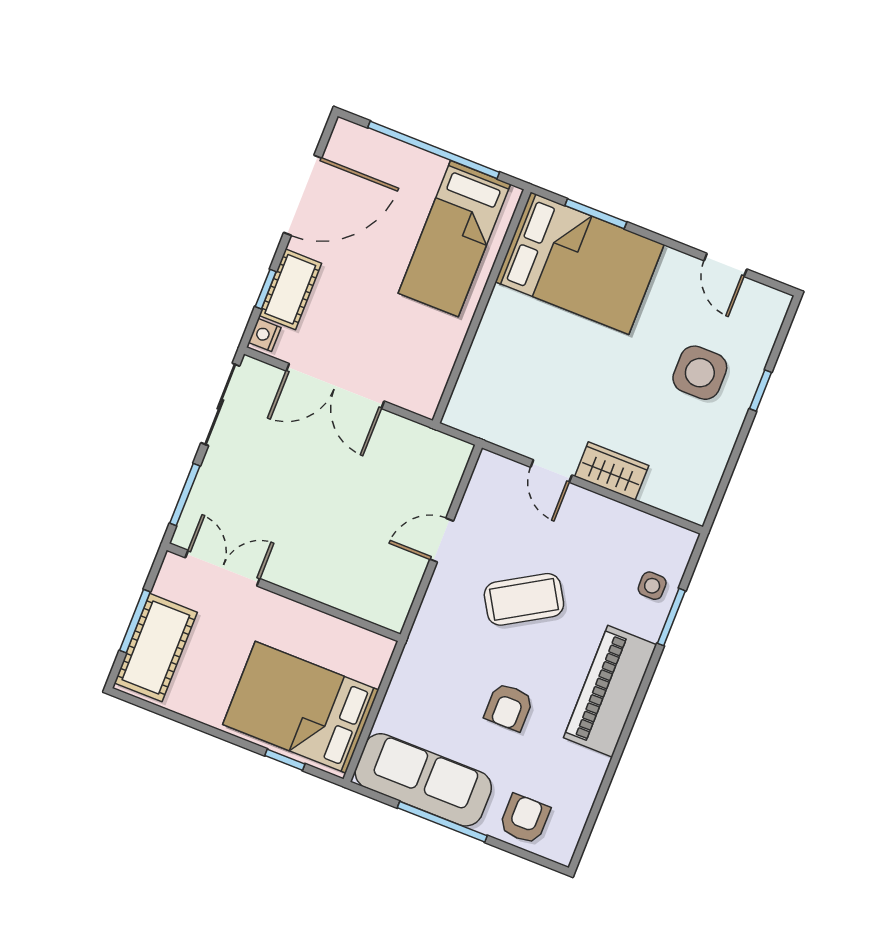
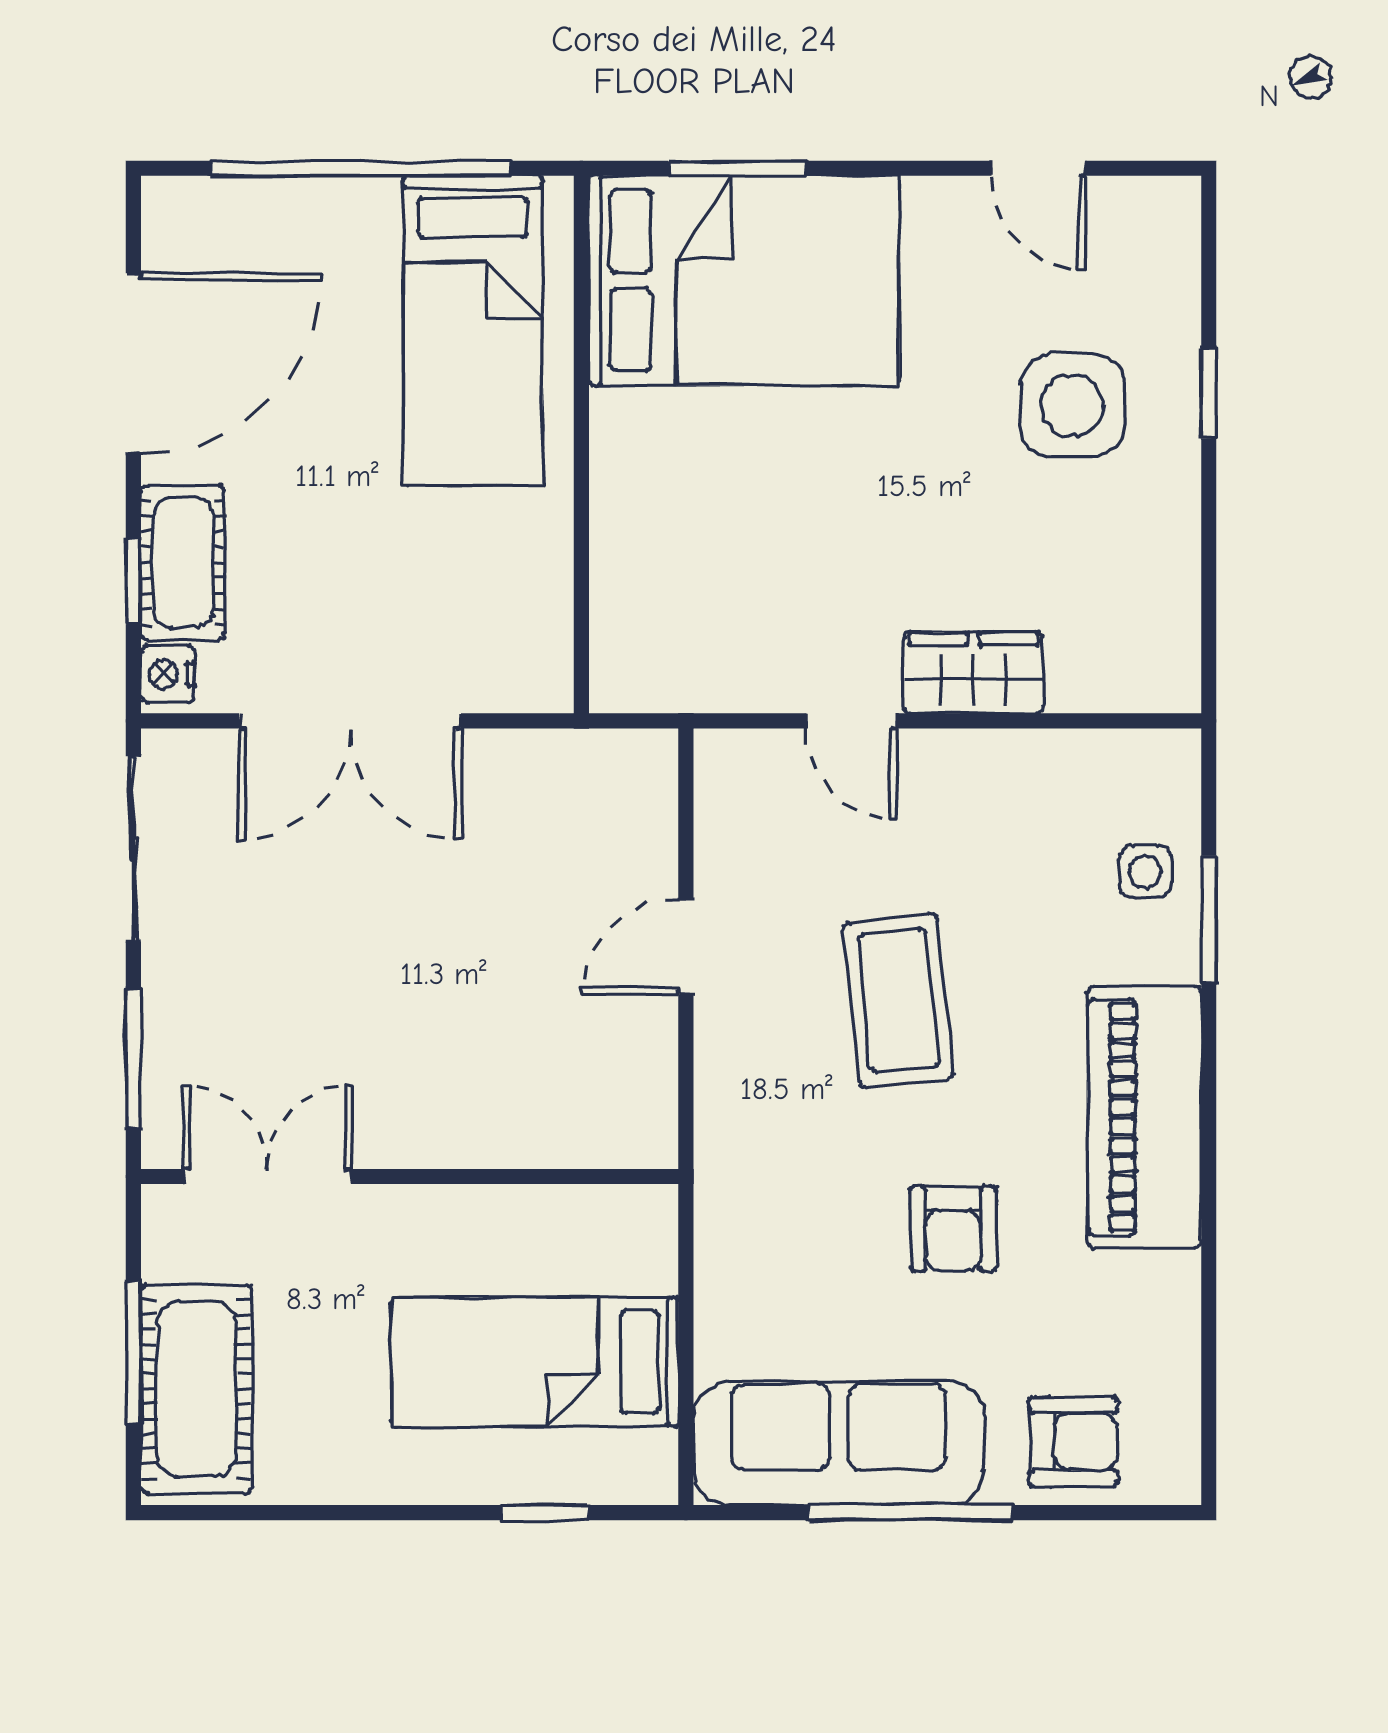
coffee table: (524, 599) -> (898, 1001), turned -65
bed: (301, 707) -> (535, 1362), width x0.67
armchair: (525, 819) -> (1074, 1442), turned 90

